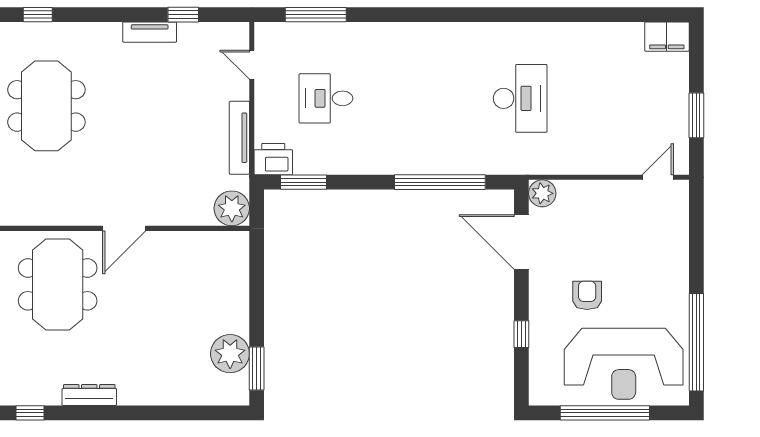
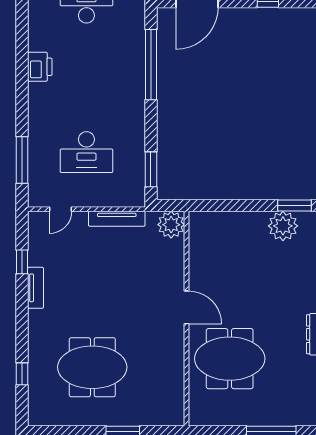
desk: (326, 98) -> (86, 152), width x1.37
printer: (273, 159) -> (40, 67), moved, turned 180

